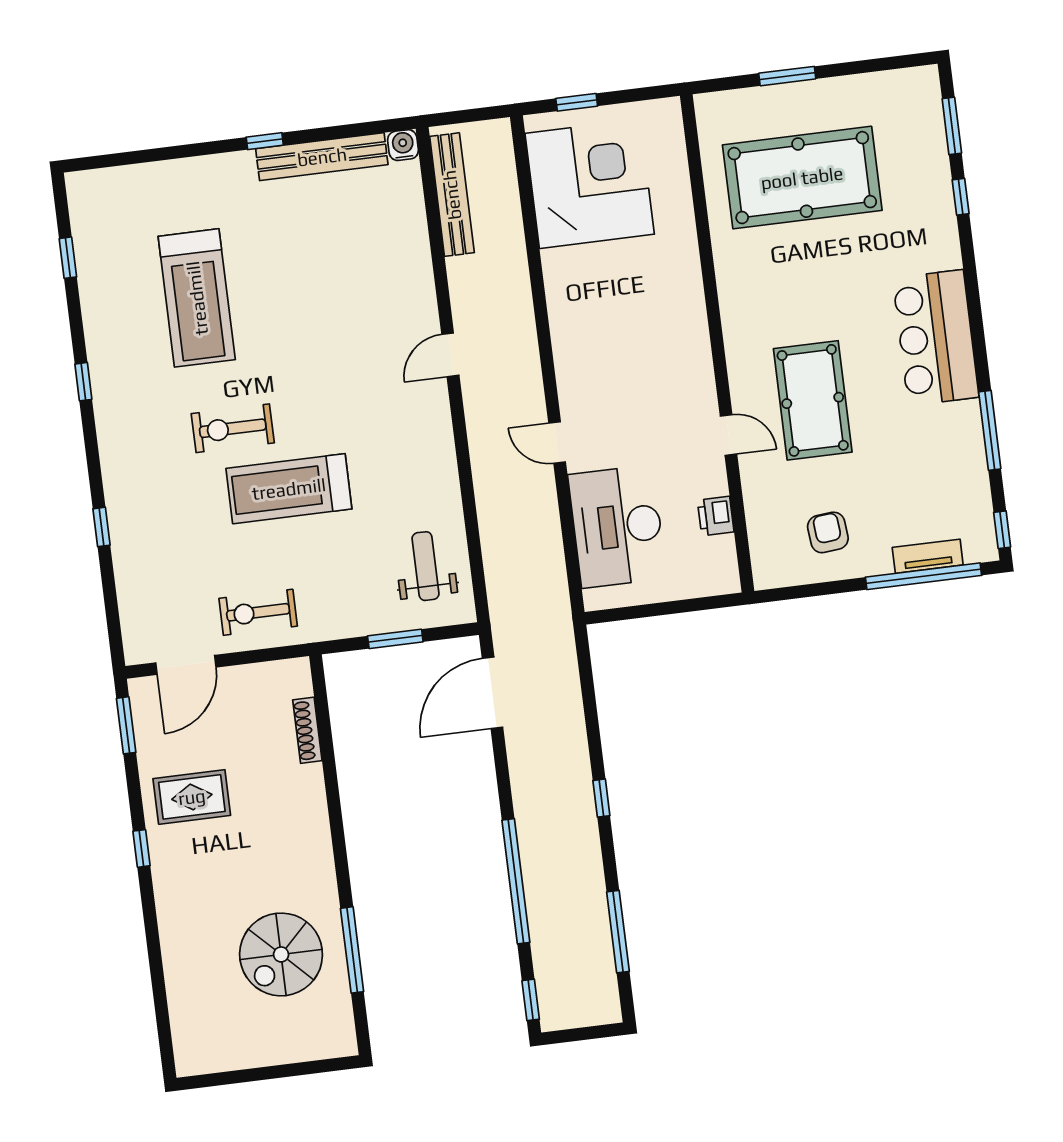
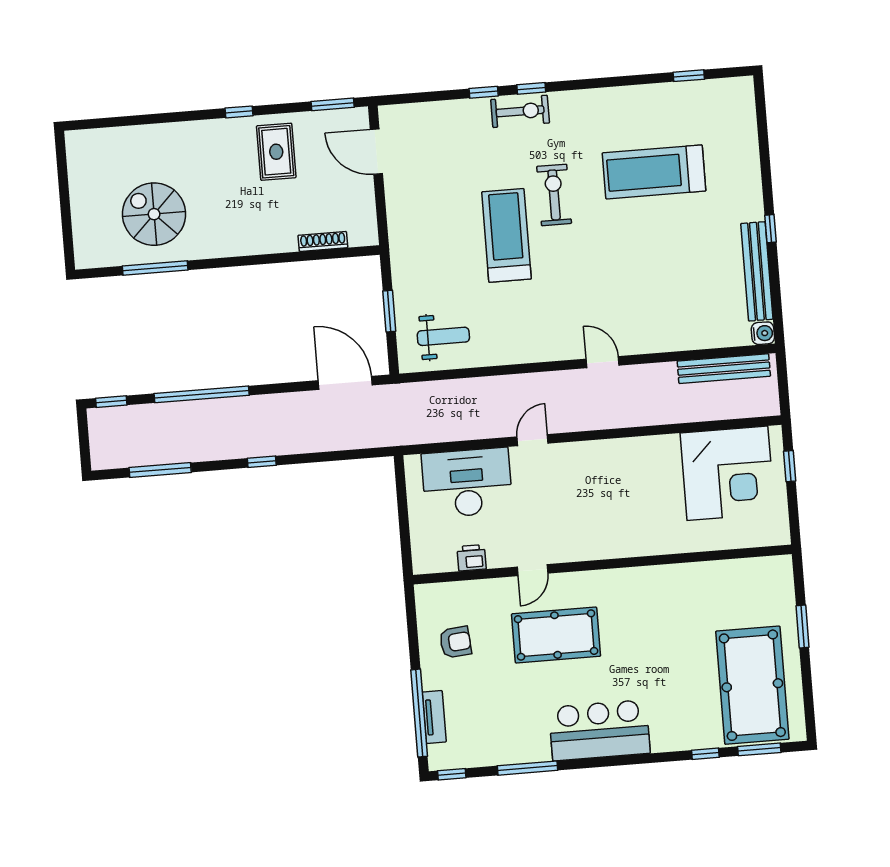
pool table: (802, 178) -> (752, 685), moved
window: (83, 382) -> (531, 88), moved
exercise bike: (258, 612) -> (520, 111), moved, turned 90

